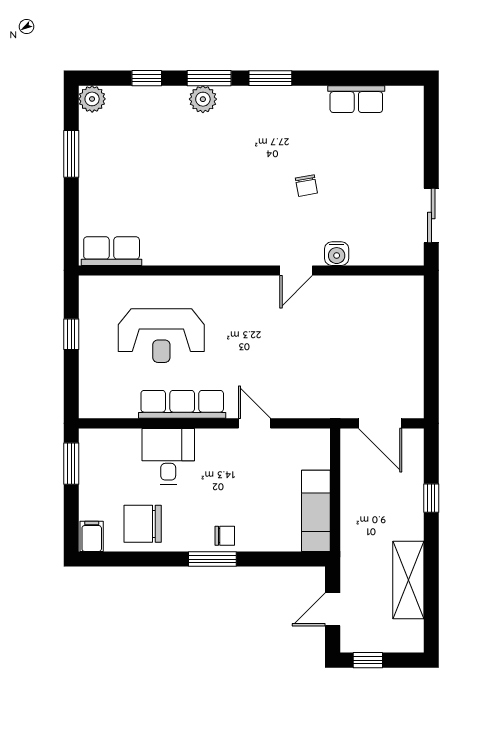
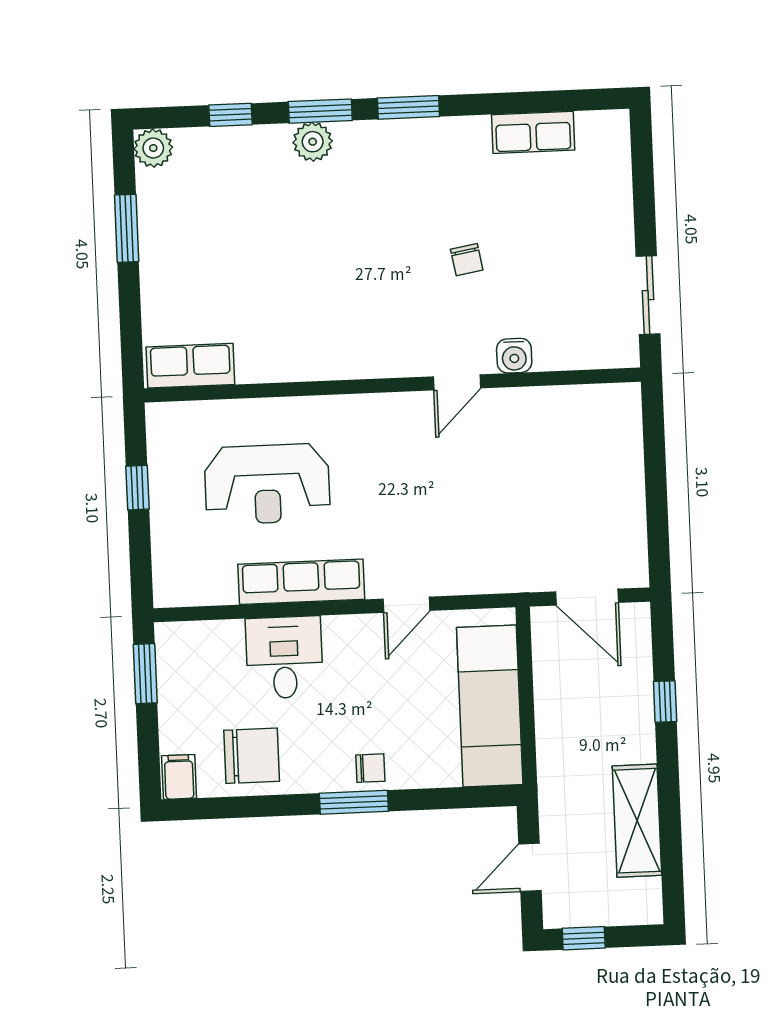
door: (255, 423) -> (406, 605), swing flipped
exam couch: (316, 511) -> (490, 706), width x1.36, depth x1.45
chair: (143, 524) -> (252, 756), turned 180

